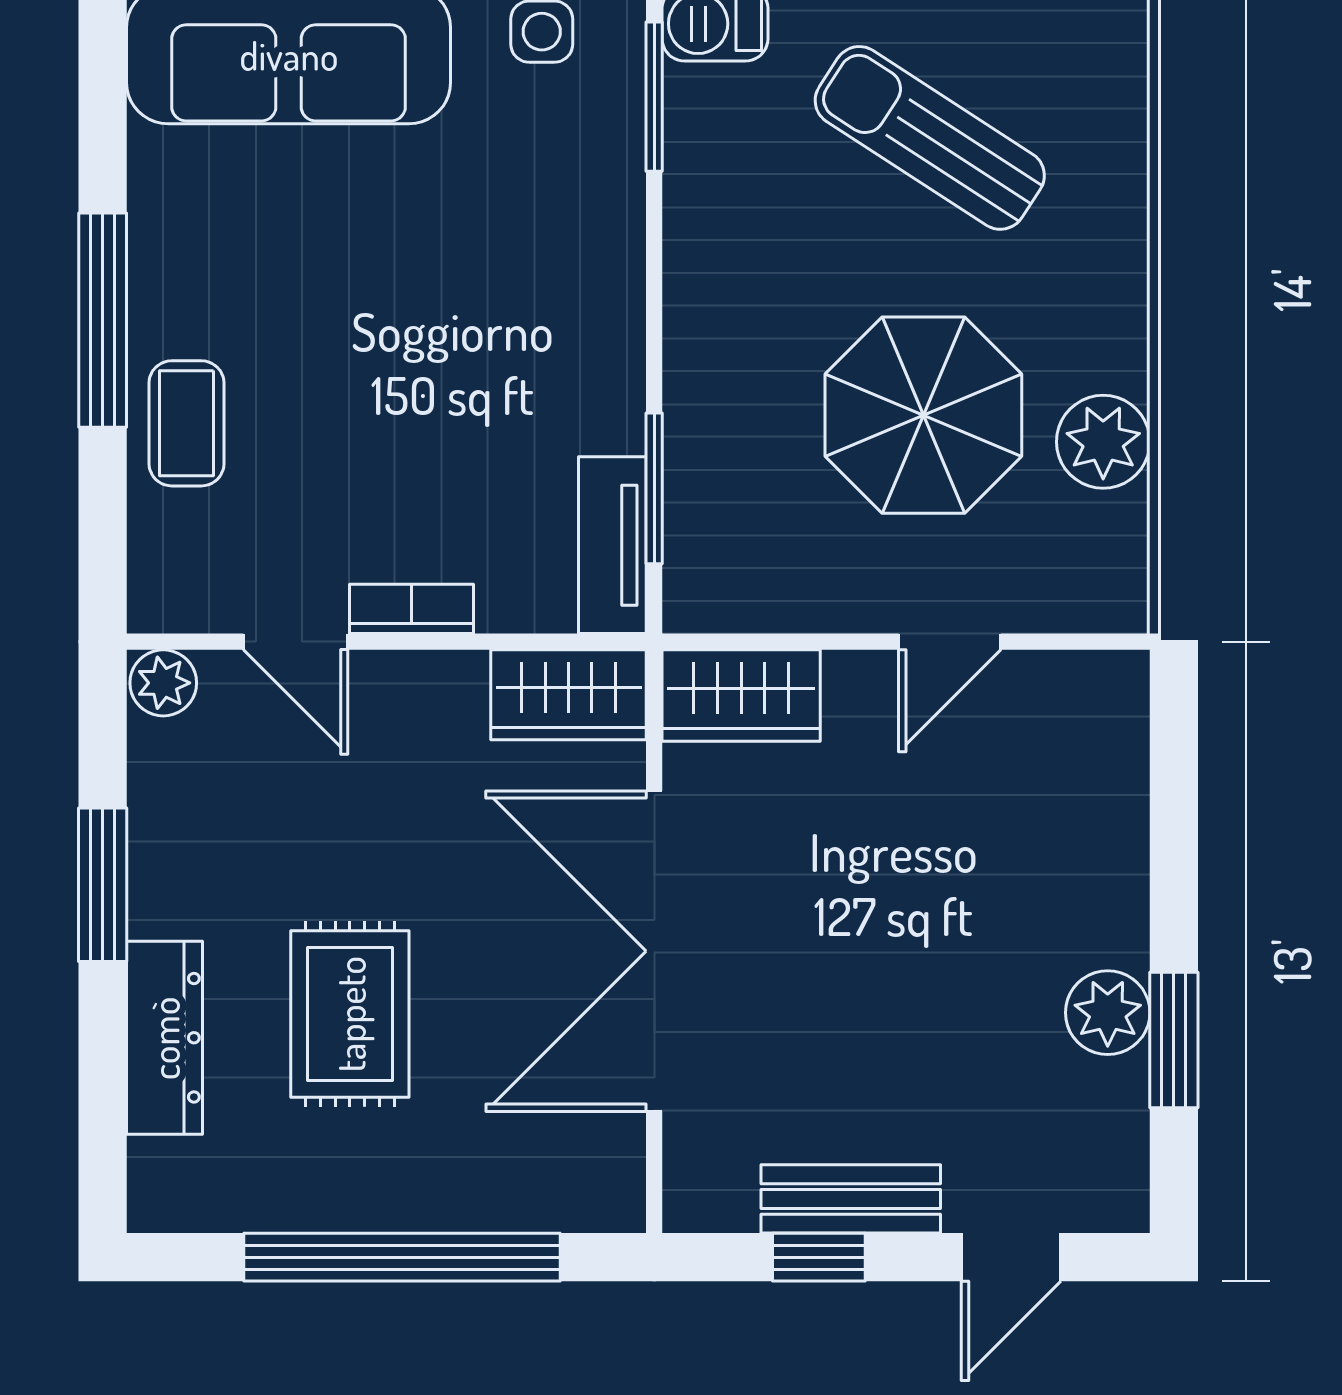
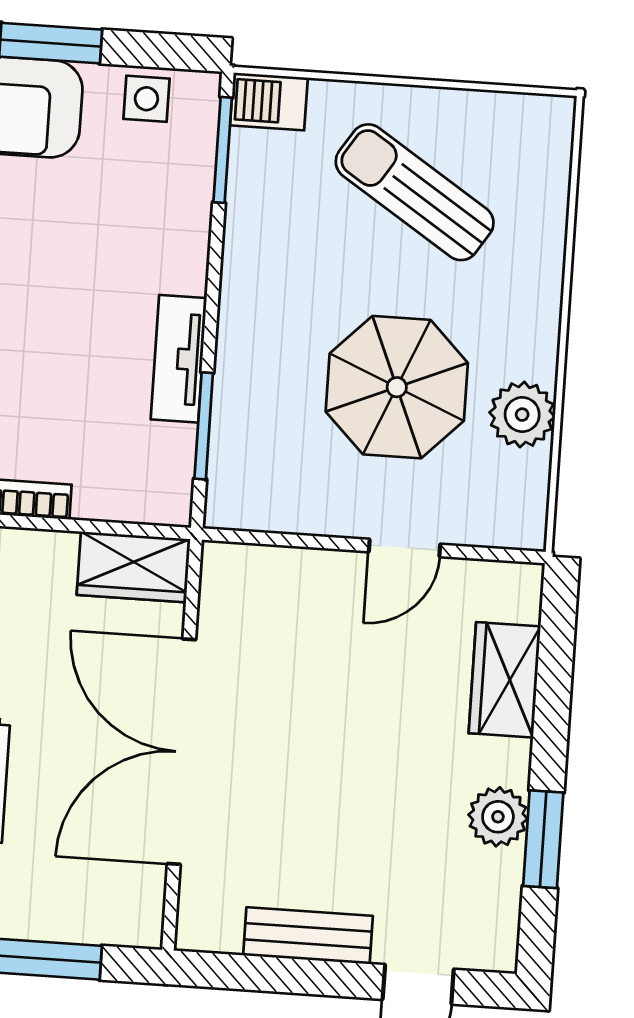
tv unit: (612, 545) -> (179, 359), moved
wardrobe: (741, 695) -> (505, 680), moved, turned 90
window: (819, 1257) -> (283, 975), removed

